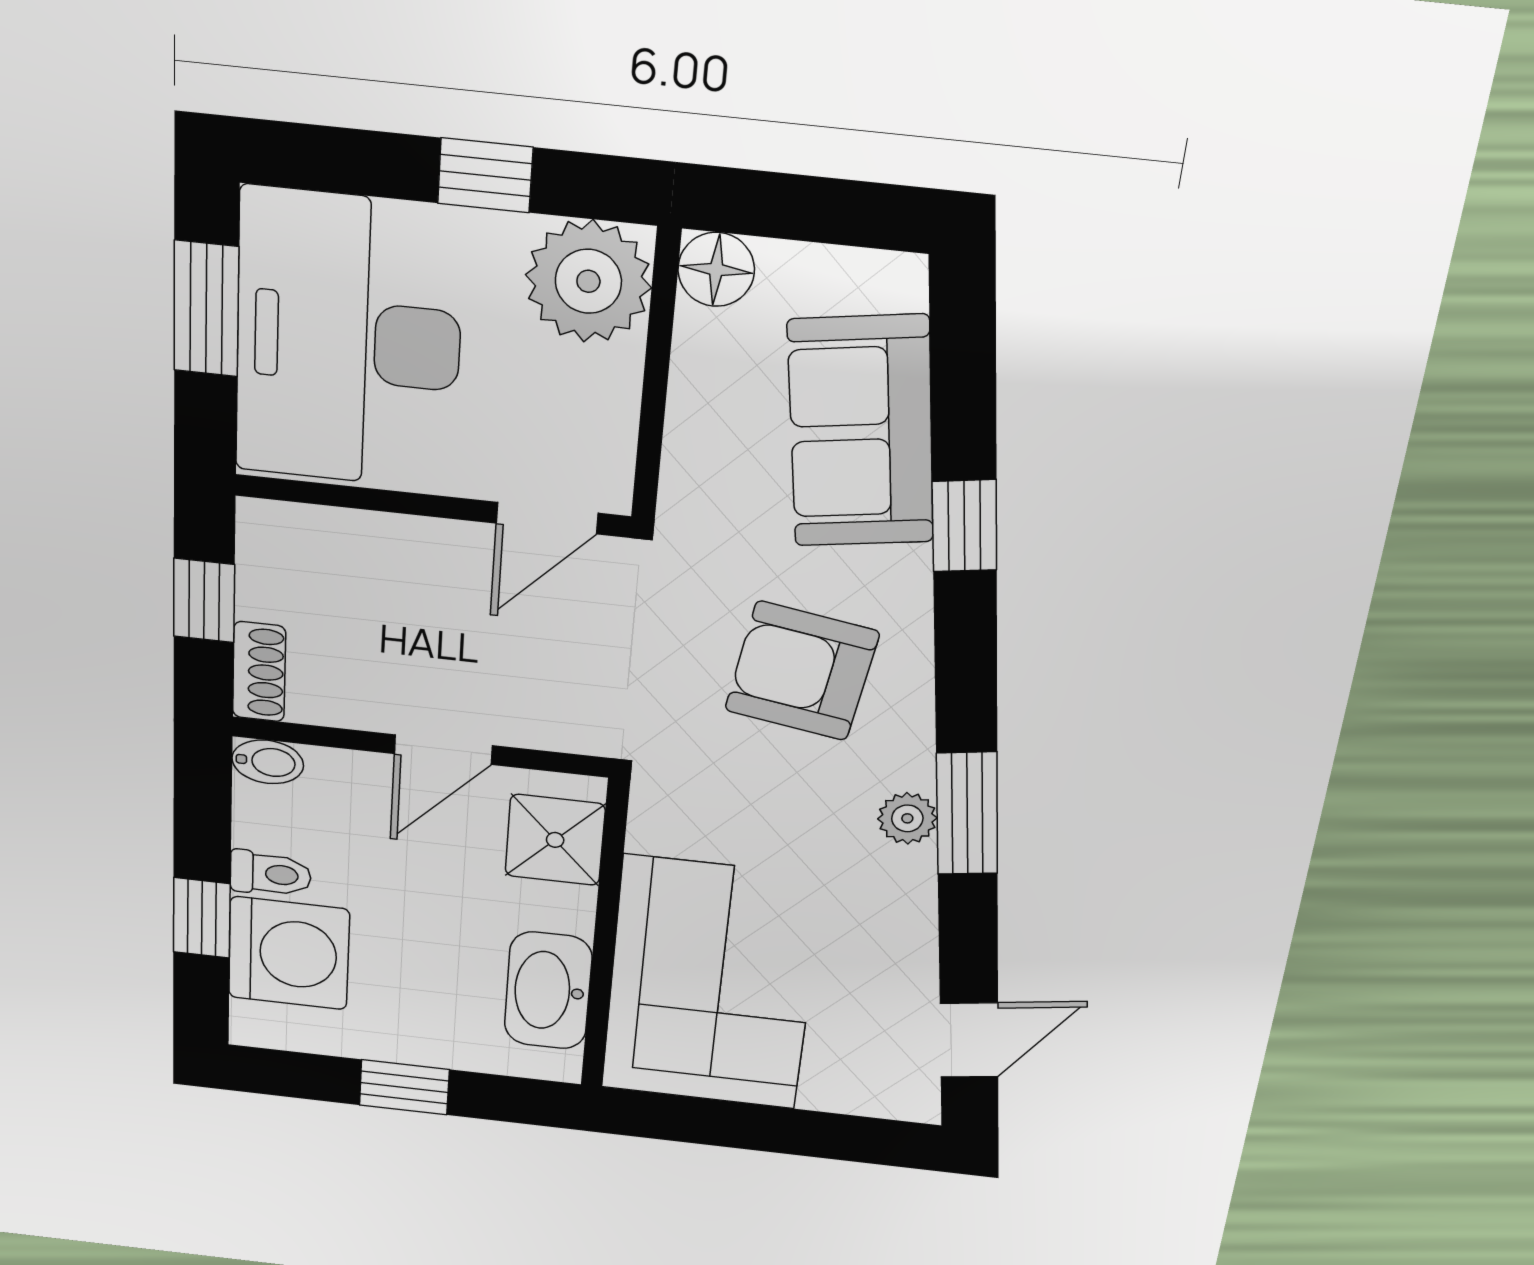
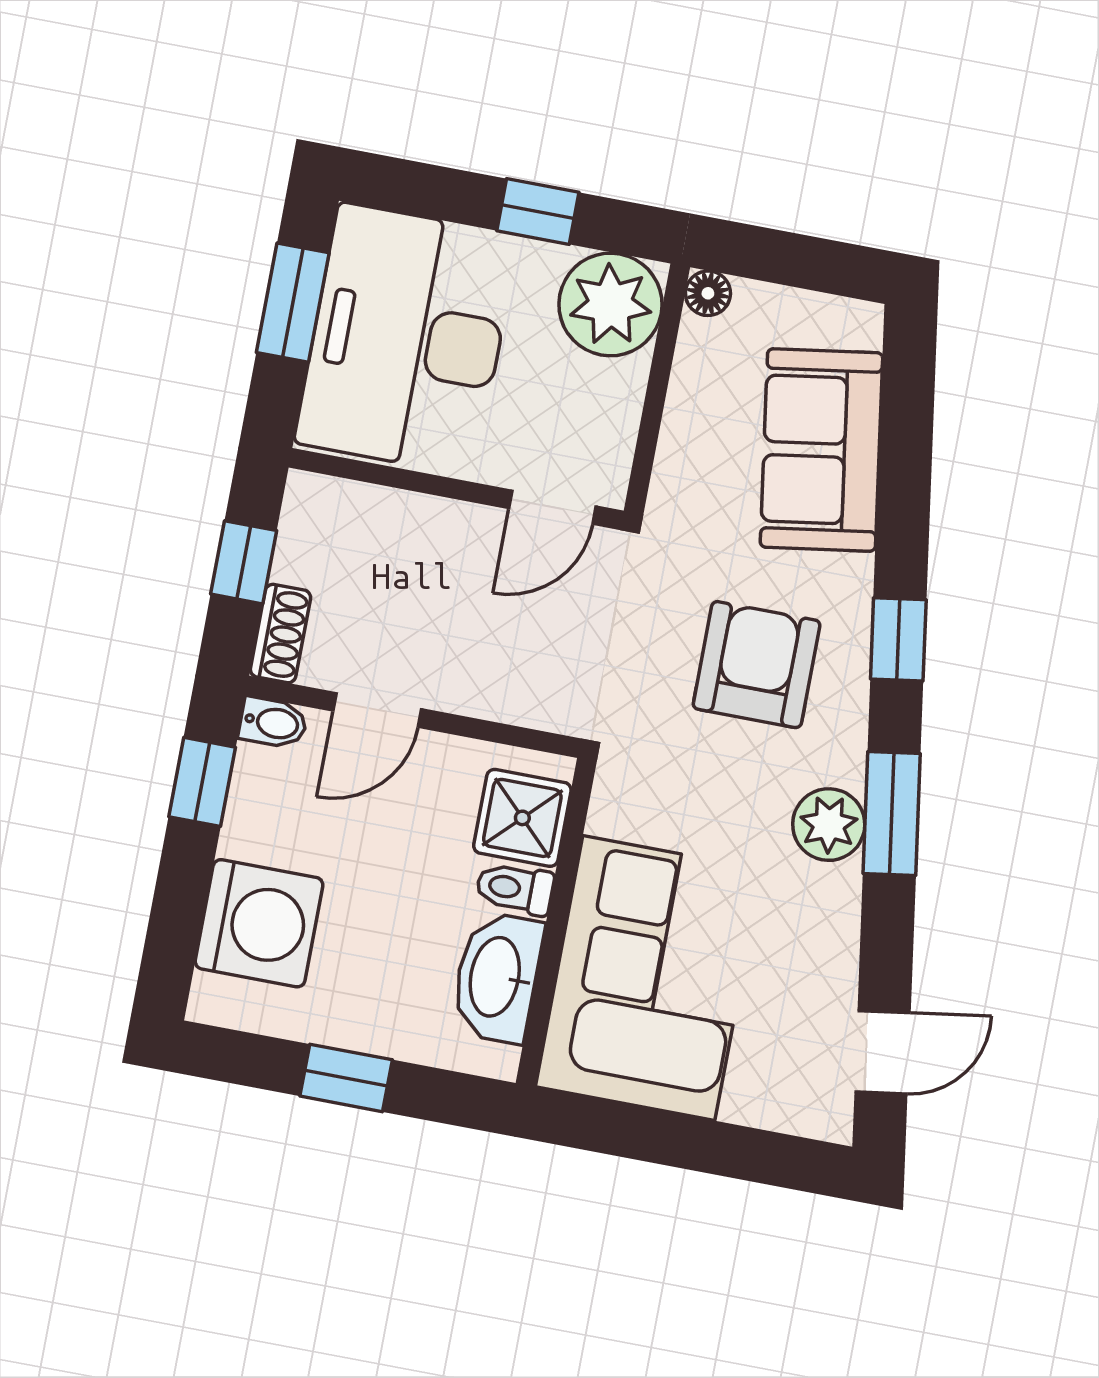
floor lamp: (716, 269) -> (708, 293), width x0.73, depth x0.73
window: (964, 526) -> (898, 639), moved
armchair: (802, 671) -> (757, 665), turned 81
door: (443, 750) -> (377, 710), moved
plant: (907, 818) -> (829, 825), width x1.38, depth x1.38
toilet: (271, 874) -> (515, 889), moved, turned 180
window: (202, 918) -> (202, 782), moved

